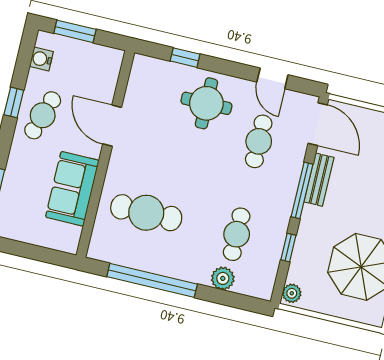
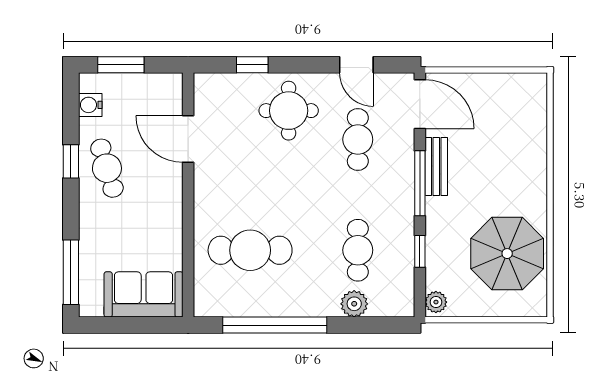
cafe table: (43, 115) -> (107, 168), turned -35
door: (112, 126) -> (188, 139), moved
sofa: (72, 189) -> (144, 294), moved, turned 90

